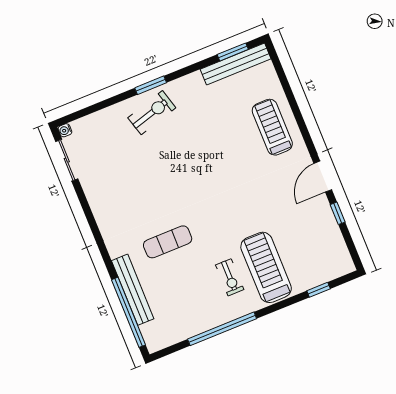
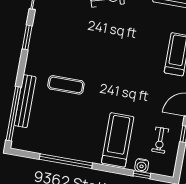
window: (89, 215) -> (27, 37), added
exercise bike: (230, 277) -> (160, 140), moved
water cooler: (312, 279) -> (142, 165), added

